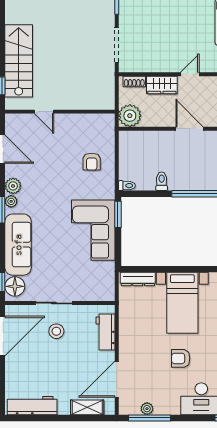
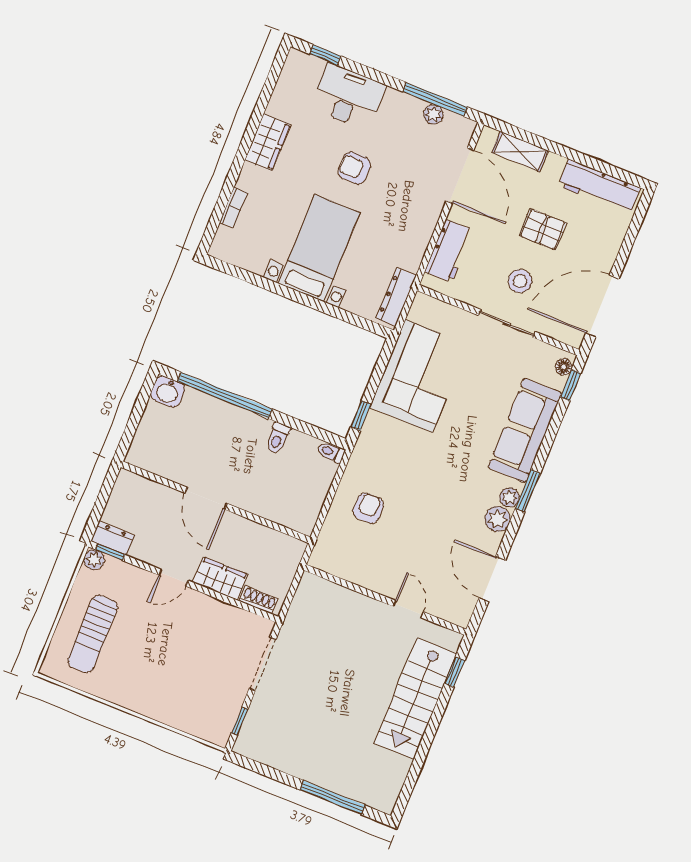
plant: (130, 116) -> (285, 553), removed
window: (118, 214) -> (361, 416), width x0.67
corner sofa: (93, 230) -> (419, 376), moved
dresser: (138, 279) -> (396, 297), moved, turned -90
floor lamp: (15, 286) -> (564, 367), width x0.53, depth x0.53
armchair: (181, 358) -> (354, 168), turned 180
pallet: (55, 367) -> (543, 229), added
door: (117, 379) -> (460, 175), hinge flipped

